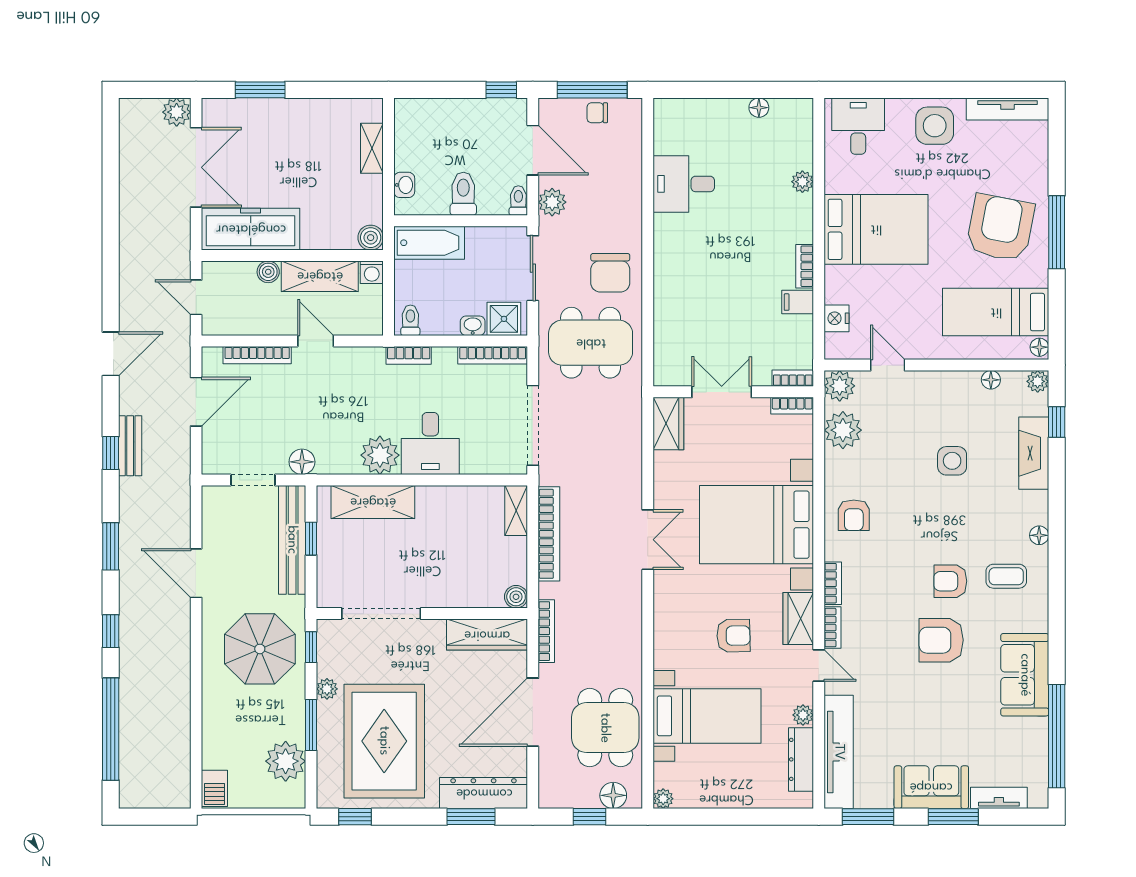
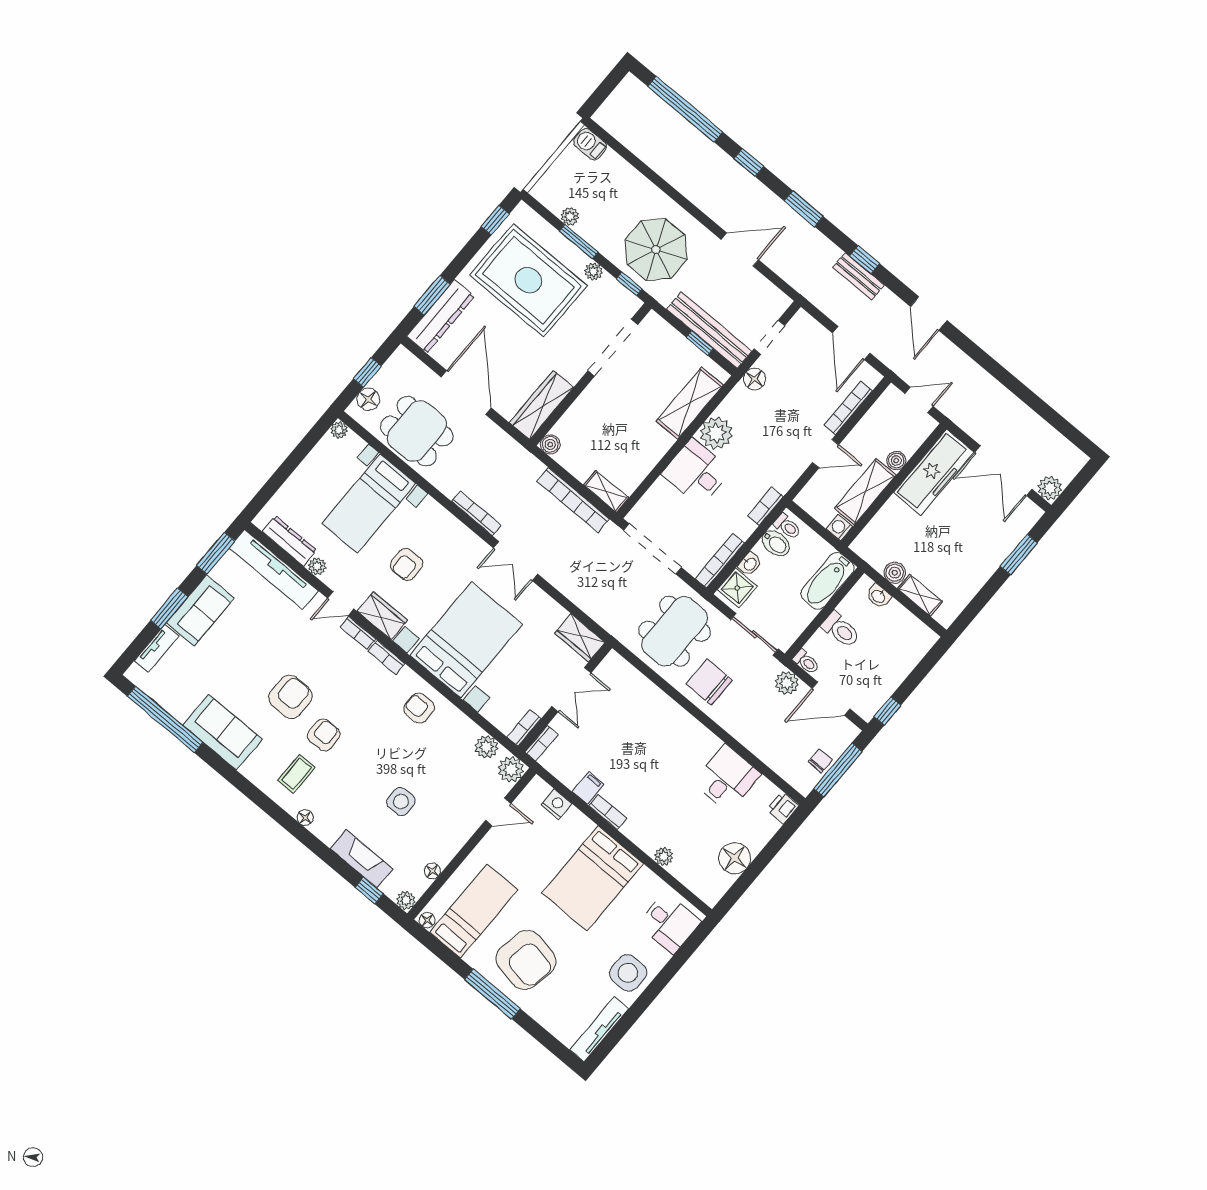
floor lamp: (759, 108) -> (735, 858), width x1.89, depth x1.89
printer: (668, 111) -> (783, 808), added
boiler: (371, 238) -> (895, 573), moved
bidet: (434, 318) -> (776, 543), added
plant: (843, 430) -> (486, 747), width x0.73, depth x0.73
bookcase: (546, 631) -> (476, 513), moved, turned 180
plant: (286, 761) -> (570, 216), width x0.53, depth x0.53

